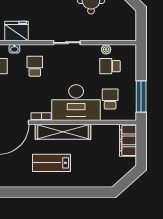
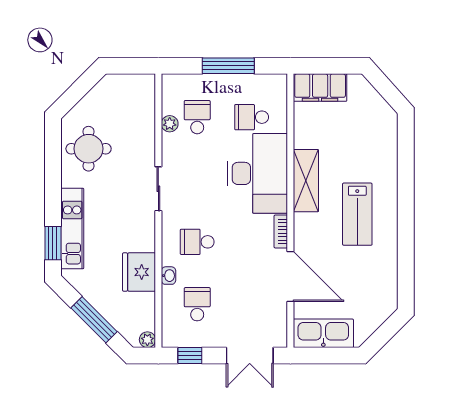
school desk: (110, 66) -> (197, 117), turned 180
window: (141, 96) -> (228, 66), moved
shelving: (63, 132) -> (306, 181), width x0.68

